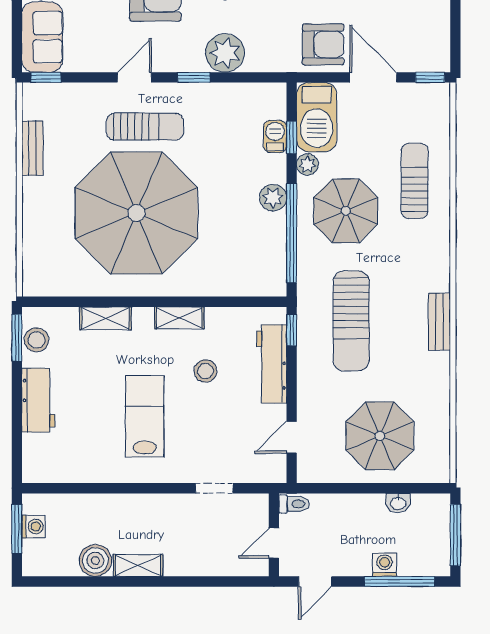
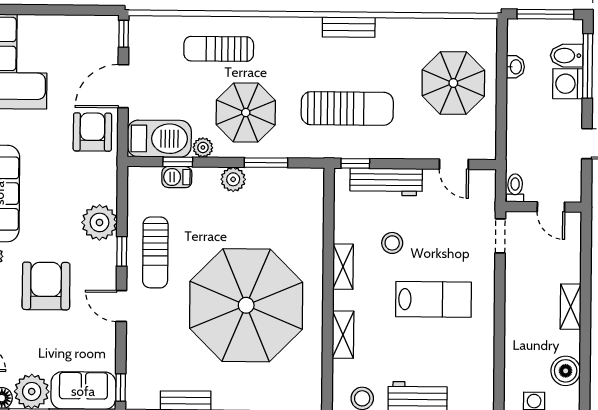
sun lounger: (145, 127) -> (155, 252), moved, turned 180
window: (292, 233) -> (266, 163), width x0.47
lab bench: (145, 416) -> (434, 299), turned 180
toilet: (294, 504) -> (515, 188), moved
wall: (274, 535) -> (543, 207), moved
door: (274, 543) -> (551, 207), moved
bidet: (411, 559) -> (567, 56), added
boiler: (95, 560) -> (566, 371), moved
washing machine: (385, 565) -> (568, 84), width x1.38, depth x1.38

